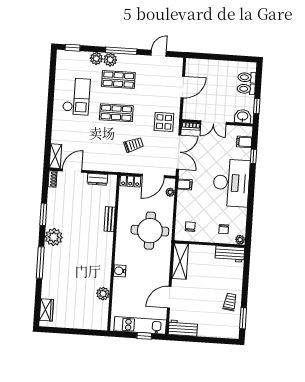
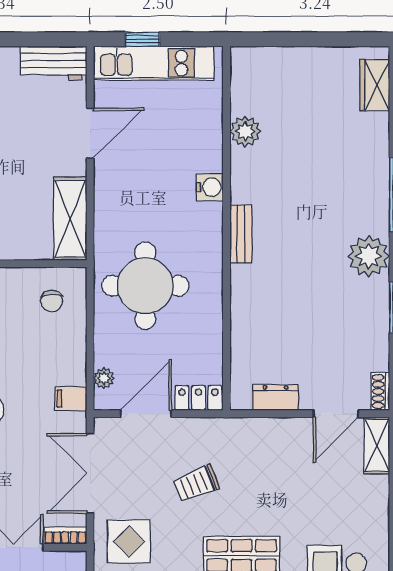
bench: (110, 219) -> (241, 234), moved

